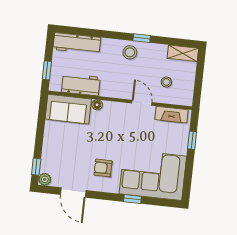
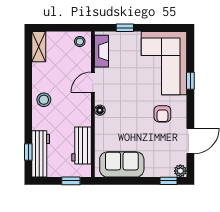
window: (142, 38) -> (28, 152), moved
stool: (166, 82) -> (80, 42), moved
floor lamp: (97, 105) -> (100, 110), moved
sofa: (68, 109) -> (122, 164), moved, turned -90

